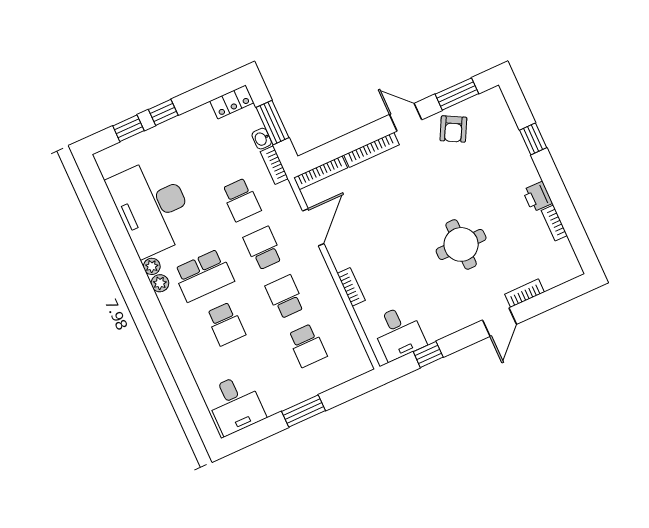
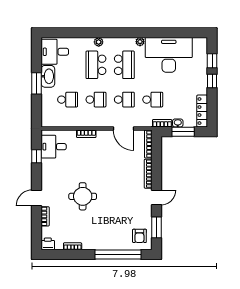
locker: (232, 102) -> (202, 111), width x1.53
armchair: (453, 129) -> (139, 236), moved, turned -118
window: (533, 139) -> (118, 254), width x3.17
printer: (537, 197) -> (48, 244), moved
school desk: (241, 200) -> (153, 100), turned 180
school desk: (204, 275) -> (124, 65), turned 180
plant: (160, 283) -> (99, 42), moved
door: (500, 322) -> (37, 198), hinge flipped
school desk: (226, 324) -> (96, 65), width x1.85
school desk: (307, 345) -> (68, 100), turned 180
washbasin: (283, 397) -> (48, 76), added

